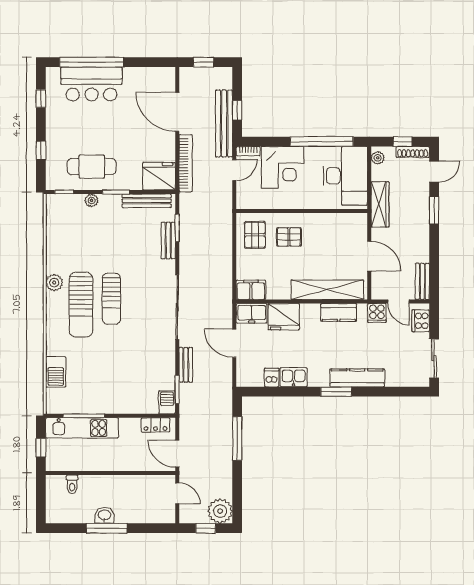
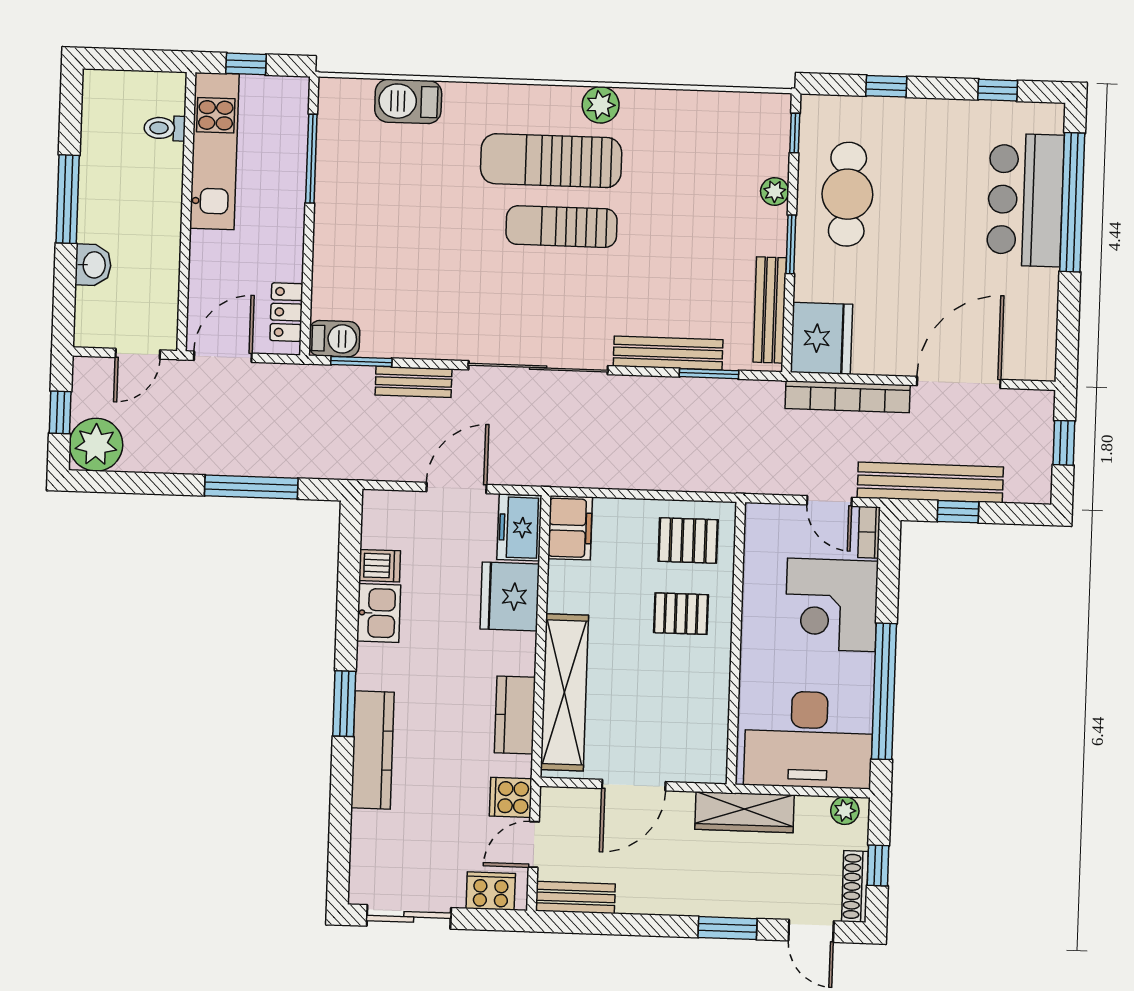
pallet: (289, 237) -> (681, 614), turned 90
bench: (168, 241) -> (668, 353), width x1.36
kitchen unit: (82, 428) -> (215, 151), moved, turned 180
washbasin: (104, 515) -> (93, 265), moved

